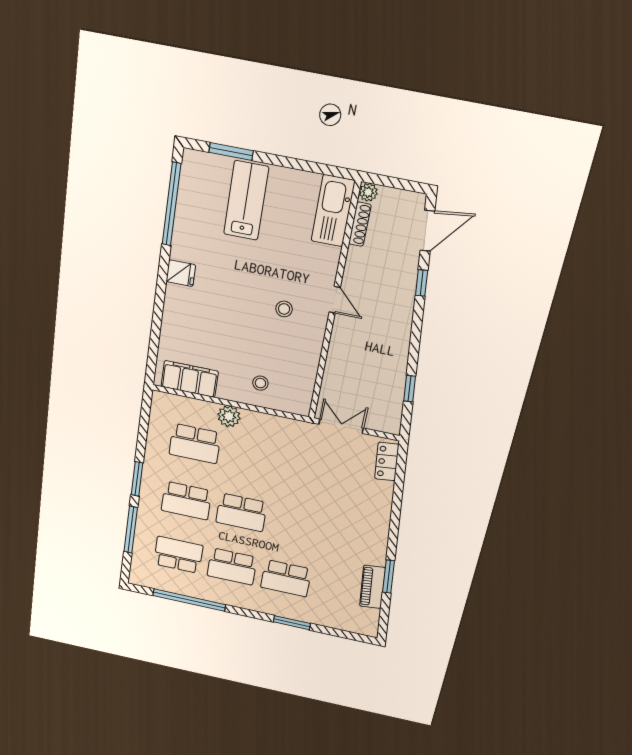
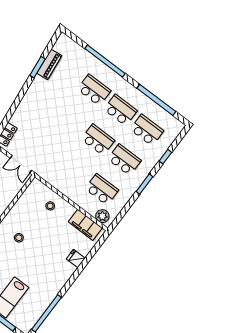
fridge: (181, 273) -> (76, 259), moved
plant: (229, 416) -> (102, 216), moved
window: (131, 530) -> (165, 157), width x0.46
school desk: (178, 555) -> (147, 130), turned 180
window: (292, 623) -> (105, 61), width x2.11

